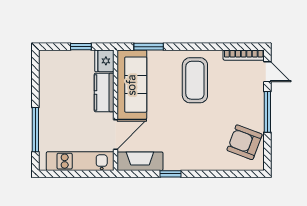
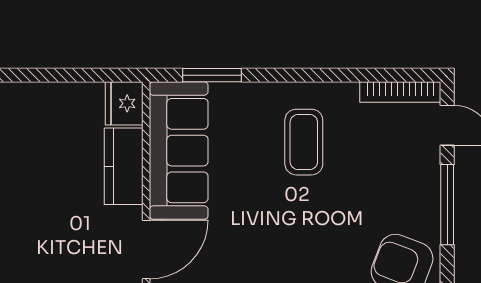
window: (81, 47) -> (78, 75), removed
coffee table: (195, 80) -> (304, 142), width x0.73, depth x0.76

